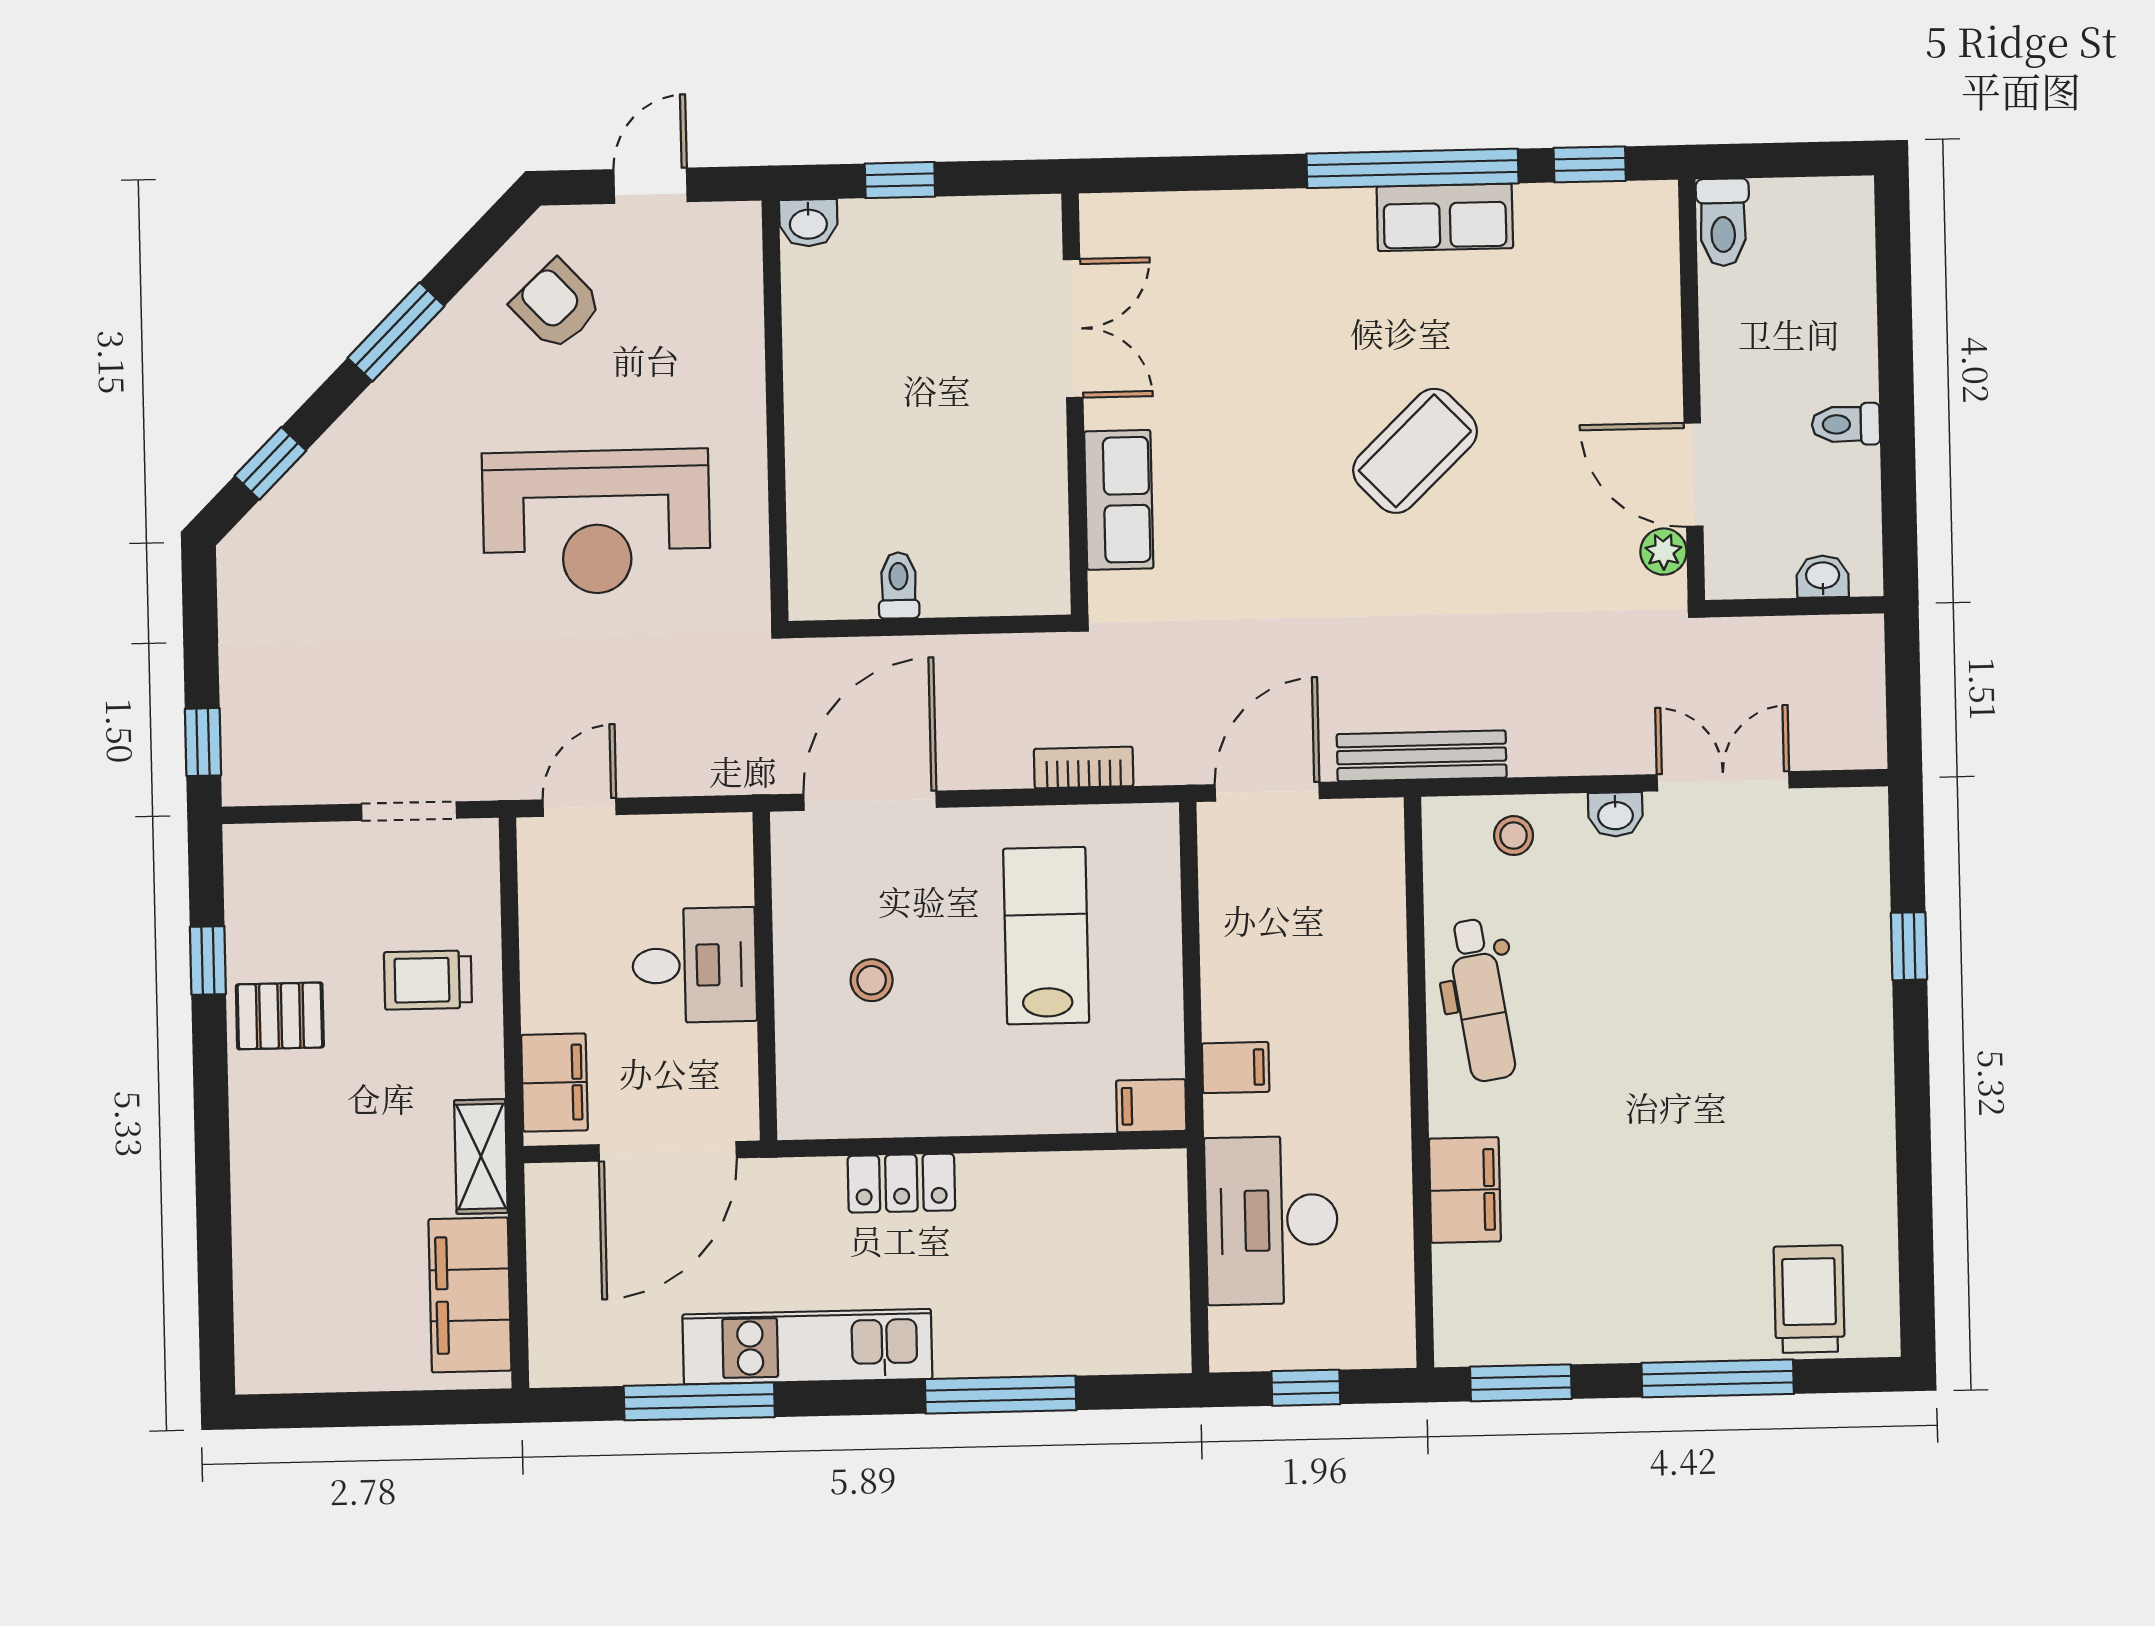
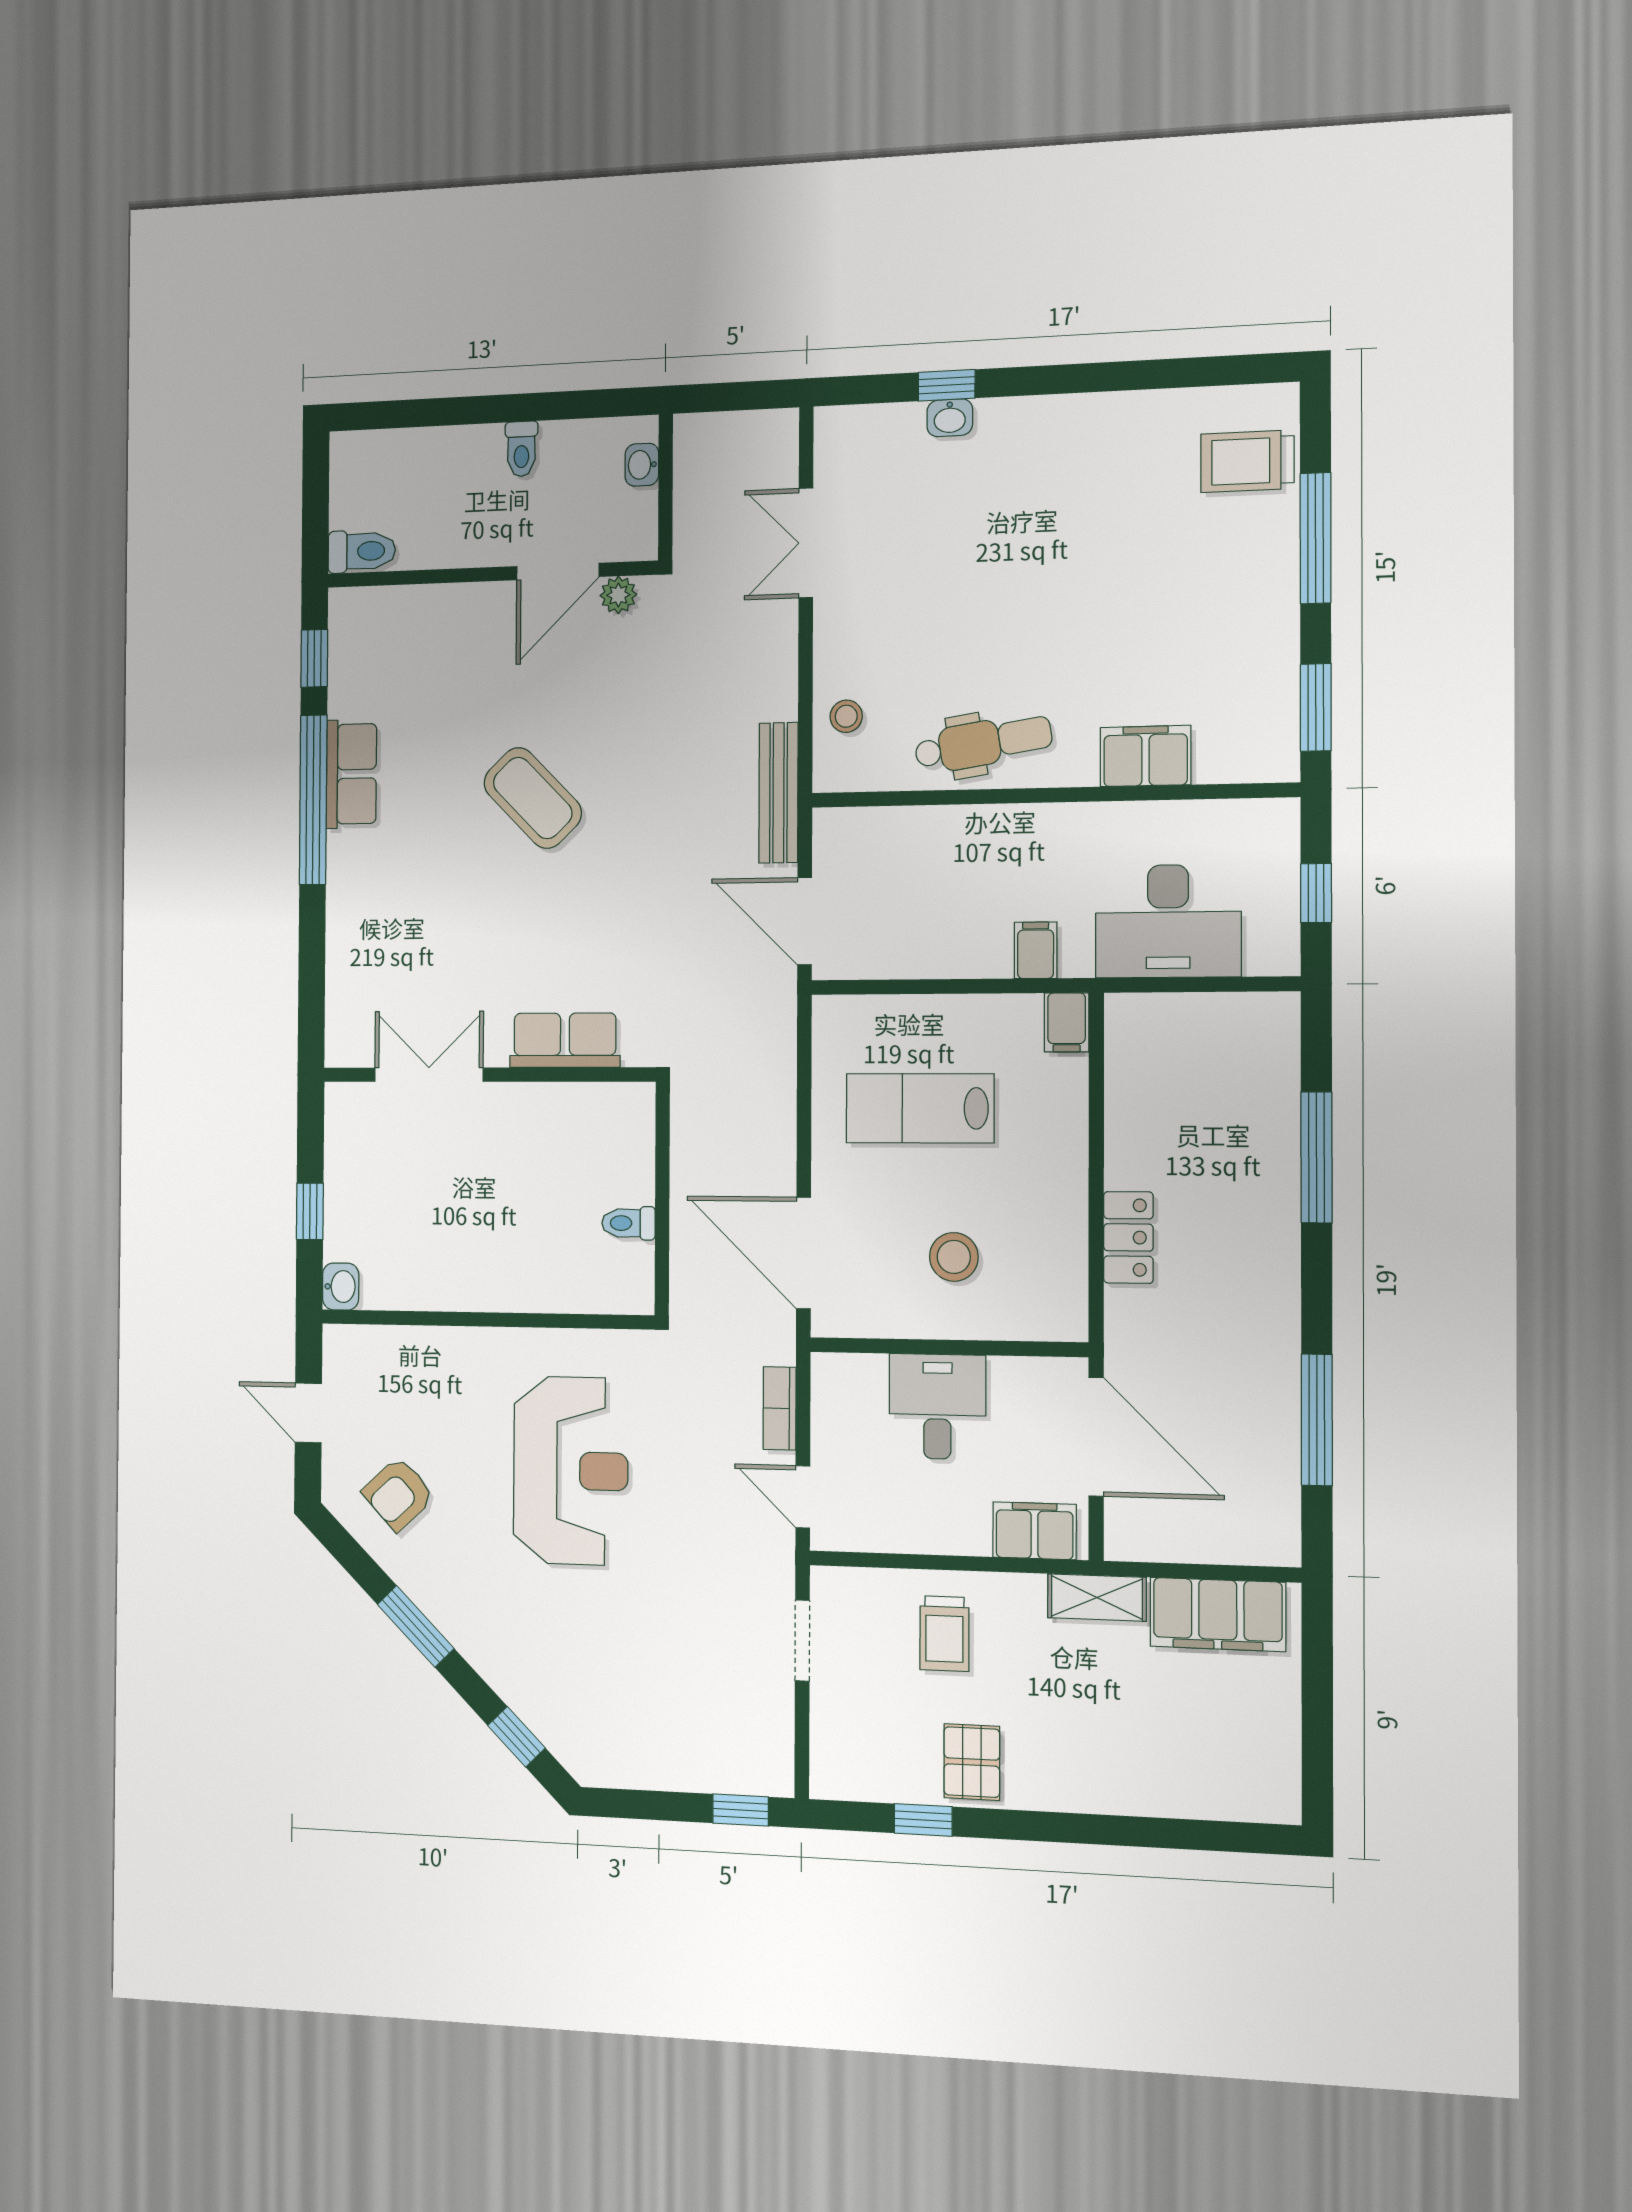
bookcase: (1084, 767) -> (780, 1408), moved
washbasin: (1615, 814) -> (950, 418), moved, turned 90
stool: (872, 980) -> (954, 1257), width x1.37, depth x1.37
kitchen unit: (807, 1347) -> (1270, 1324), removed

